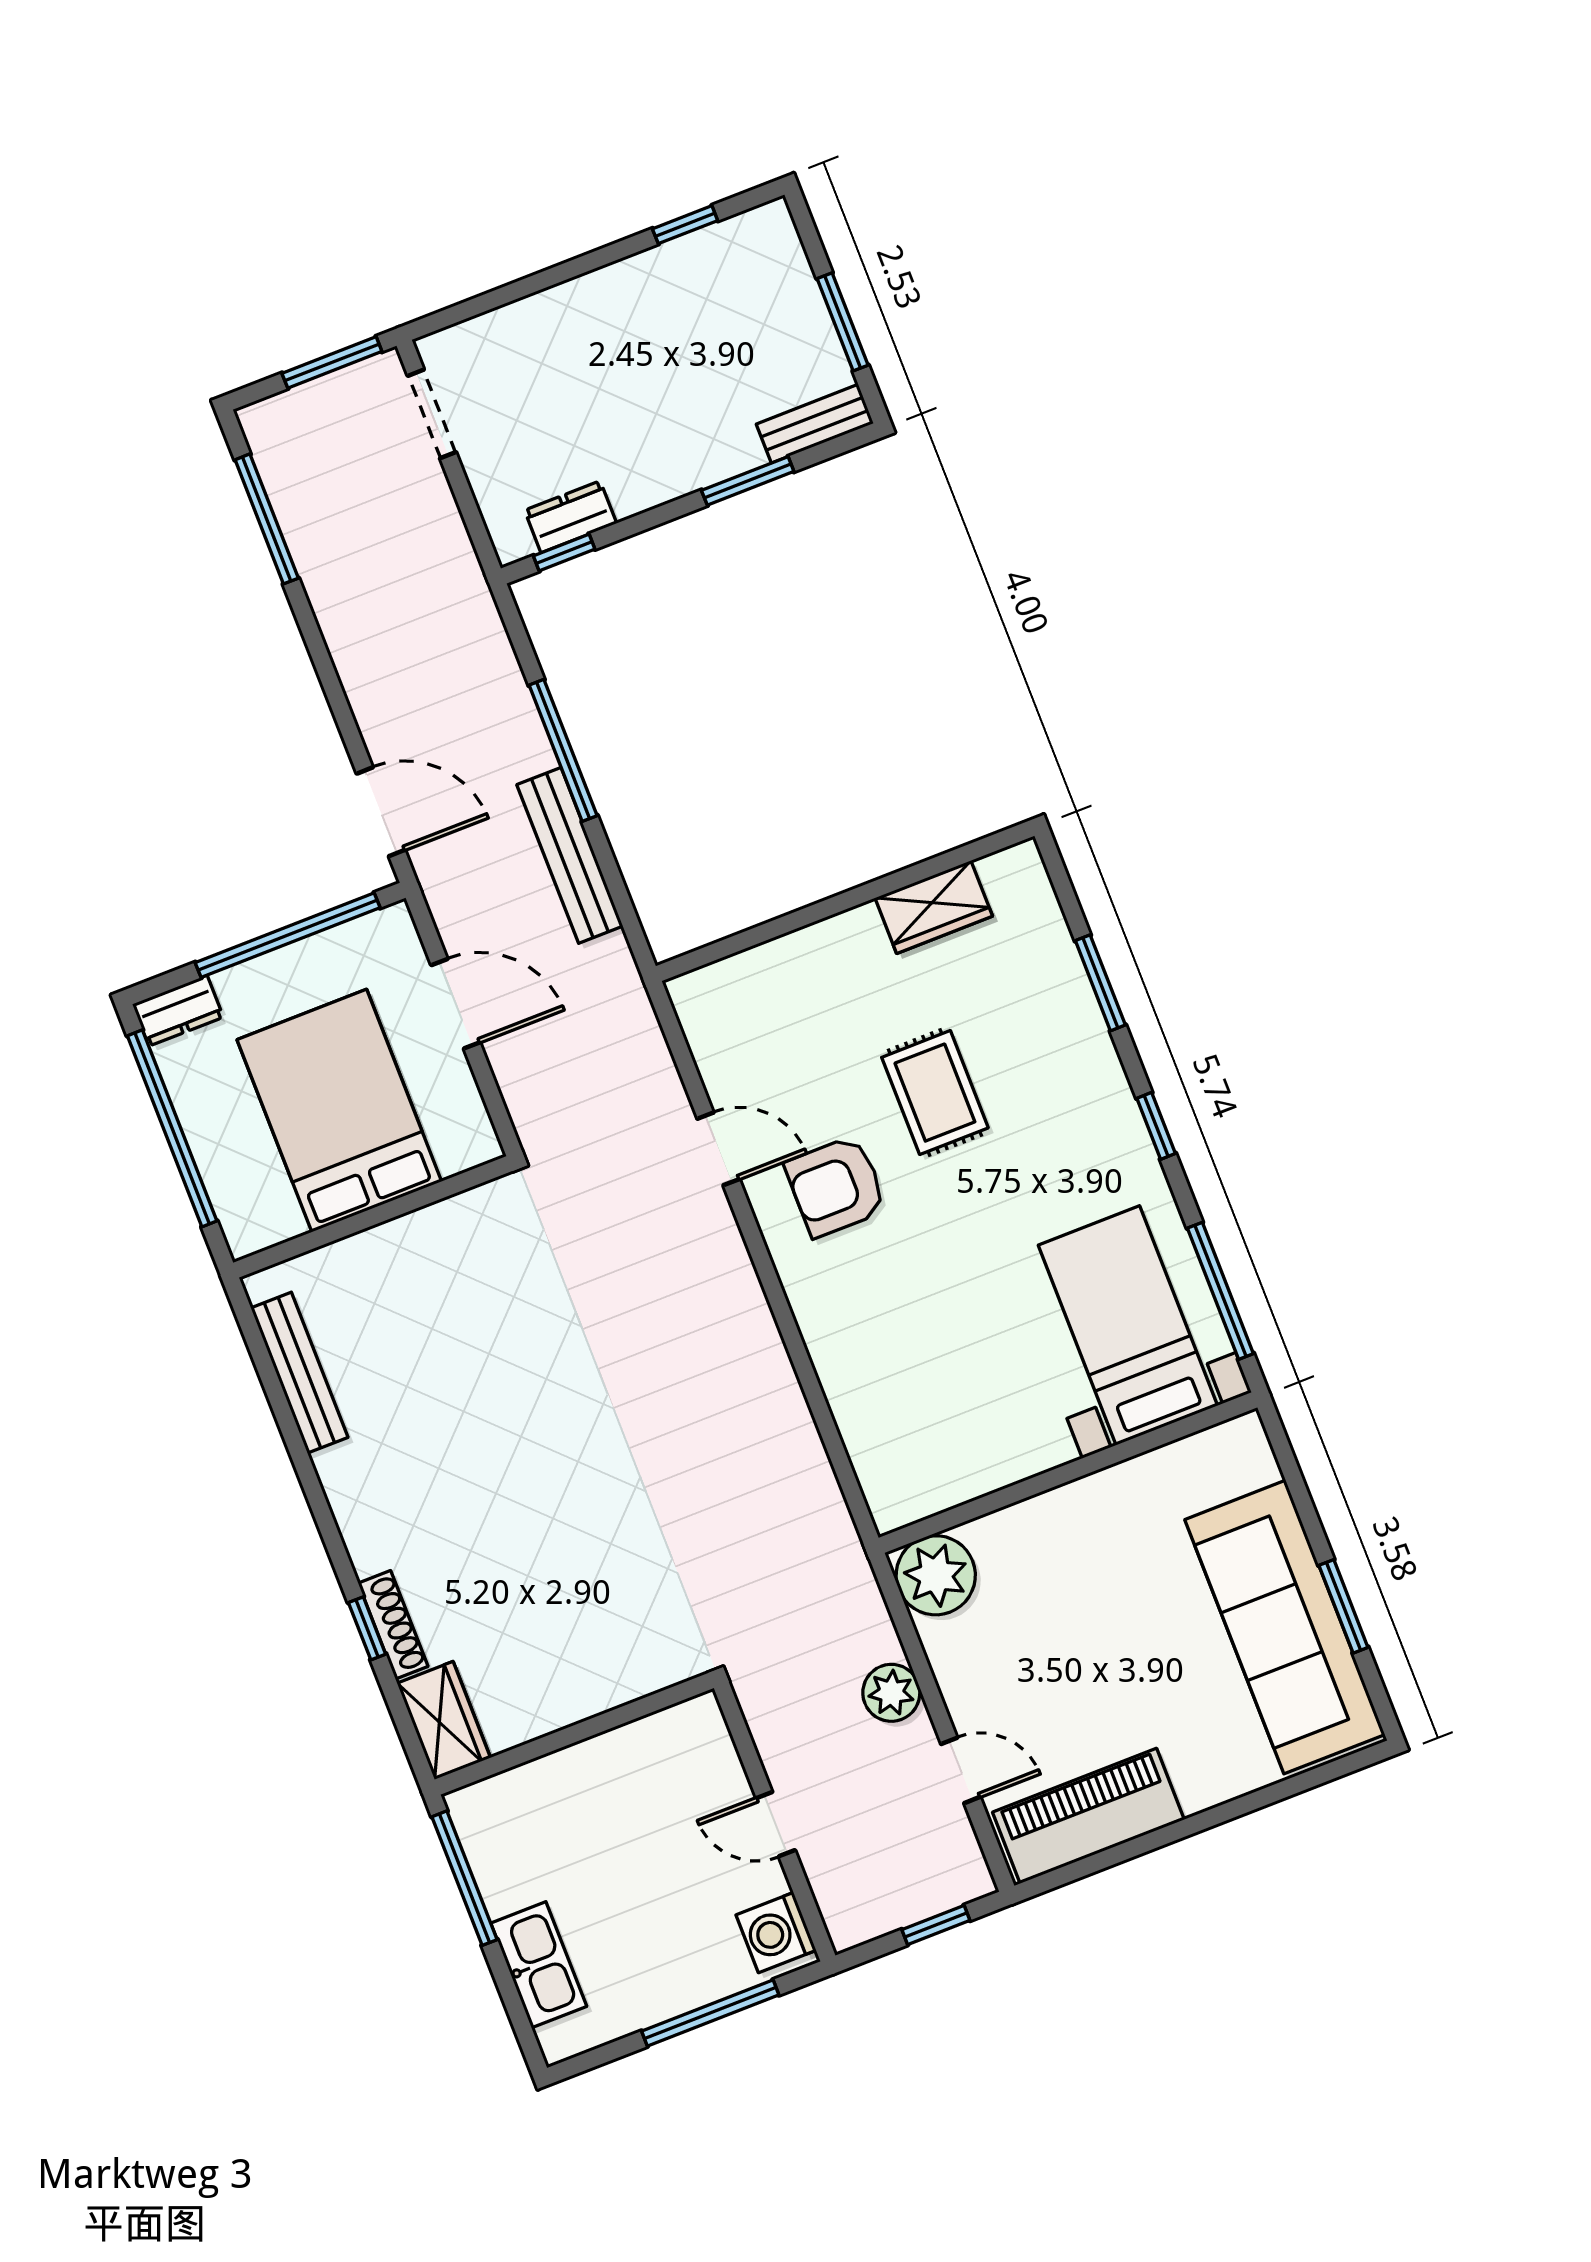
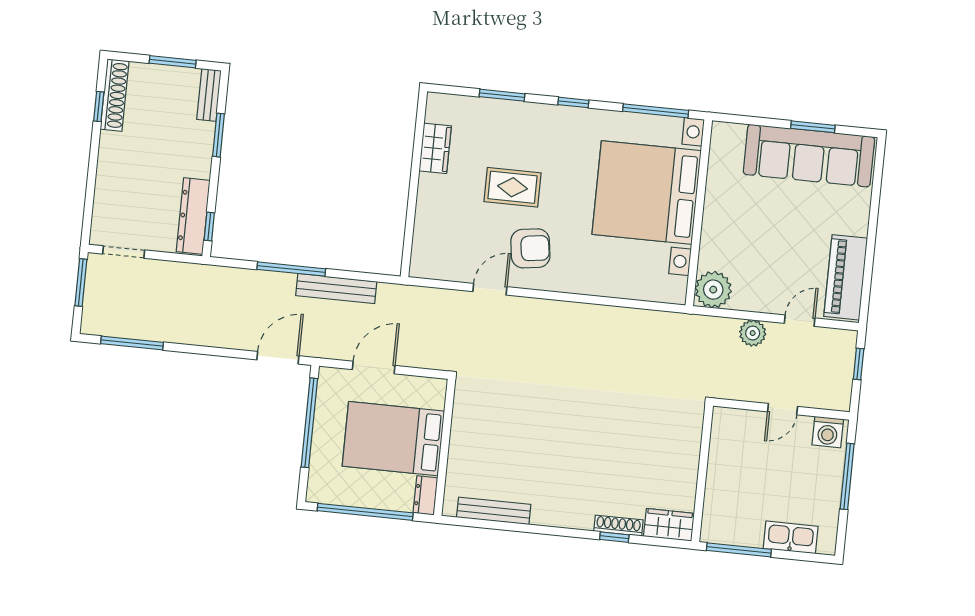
shoe rack: (722, 244) -> (115, 95), added
dresser: (571, 517) -> (193, 216), width x1.96, depth x1.24
dresser: (178, 1011) -> (425, 495), moved, turned 180
armchair: (836, 1186) -> (530, 248), turned -98
bed with nightstands: (1128, 1325) -> (647, 193), width x1.85

